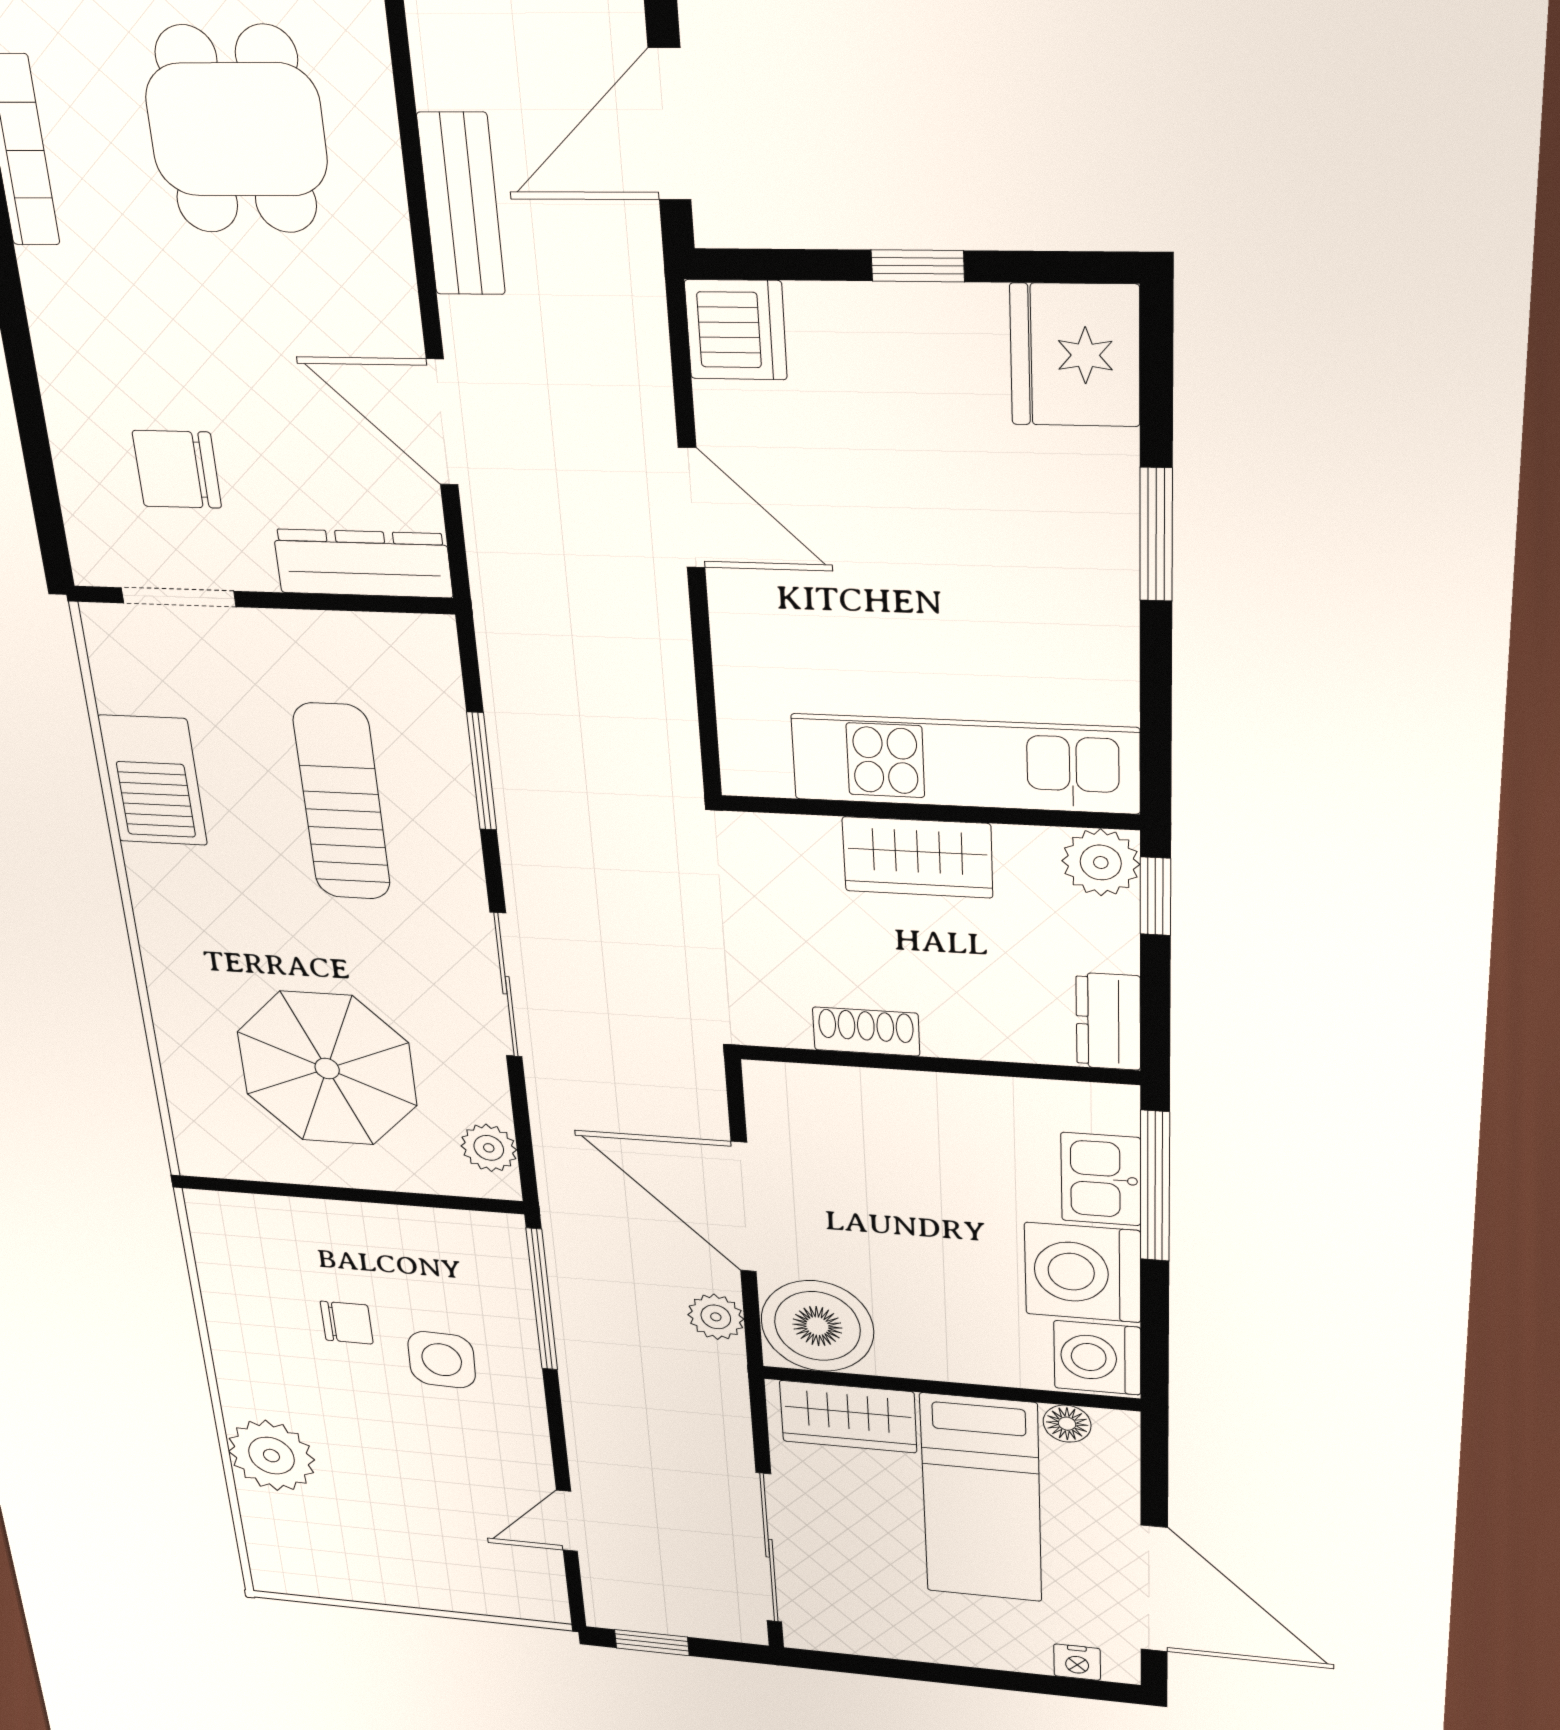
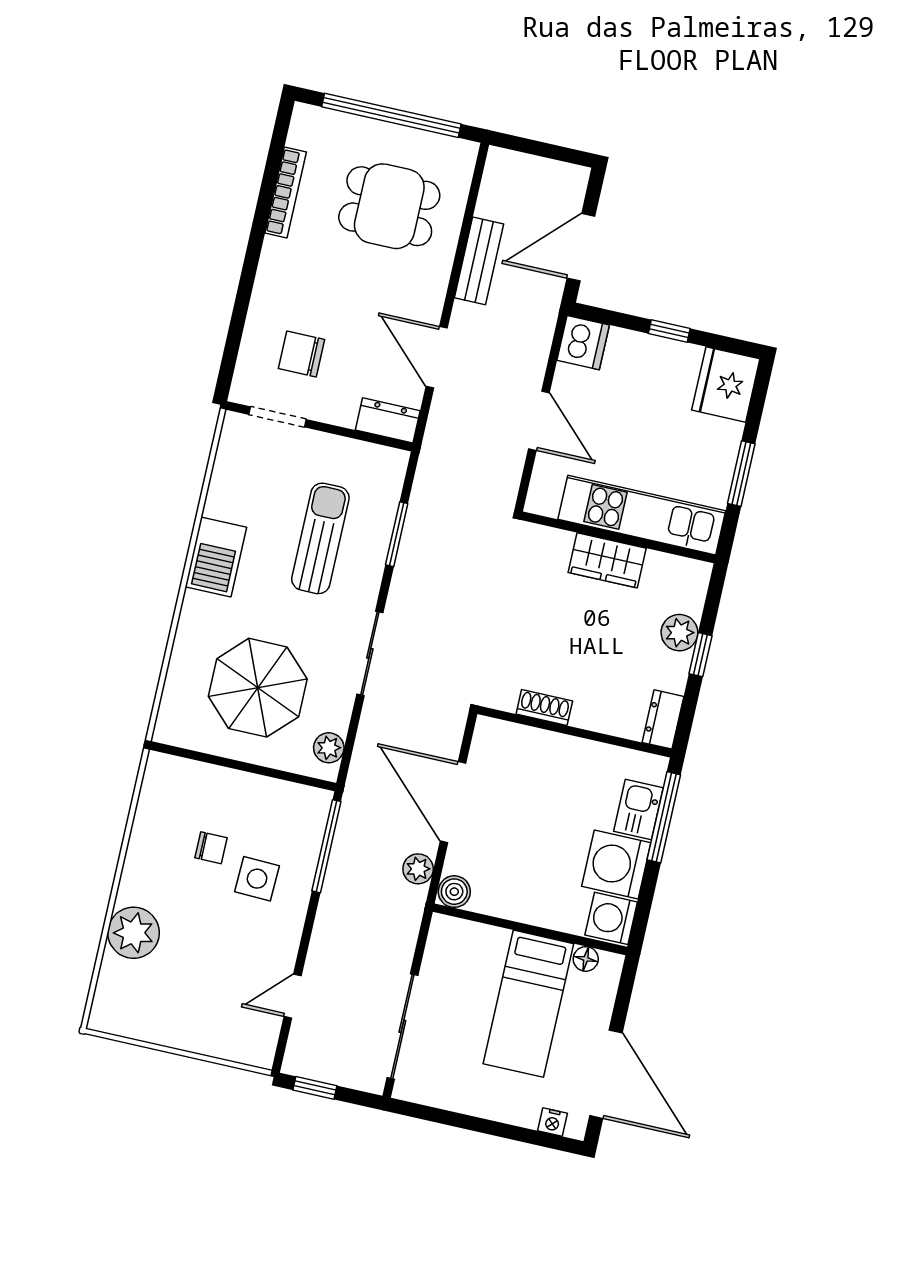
dining table: (236, 130) -> (389, 206), turned 90
dresser: (363, 563) -> (388, 420), width x0.70
kitchen unit: (965, 764) -> (642, 515), moved
barbecue: (153, 780) -> (216, 557), moved
wall: (928, 813) -> (618, 537), moved
wardrobe: (918, 857) -> (607, 560), moved
boiler: (817, 1326) -> (454, 892), width x0.54, depth x0.54
wardrobe: (848, 1417) -> (471, 942), removed

